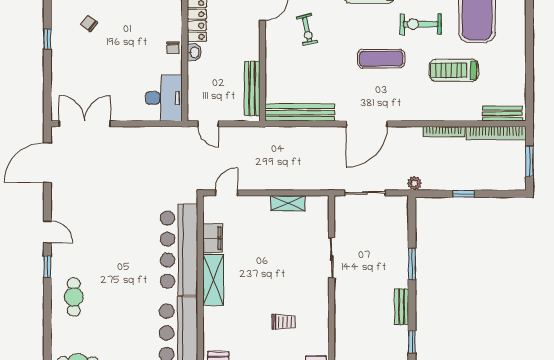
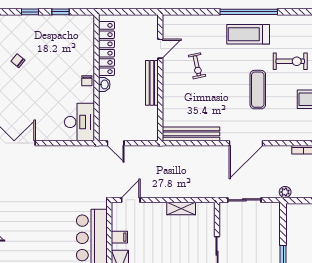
exercise bike: (421, 24) -> (290, 61), turned 180
exercise mat: (381, 59) -> (258, 90), turned 90
bench: (252, 89) -> (152, 83), moved
filing cabinet: (213, 238) -> (119, 237), width x0.50

